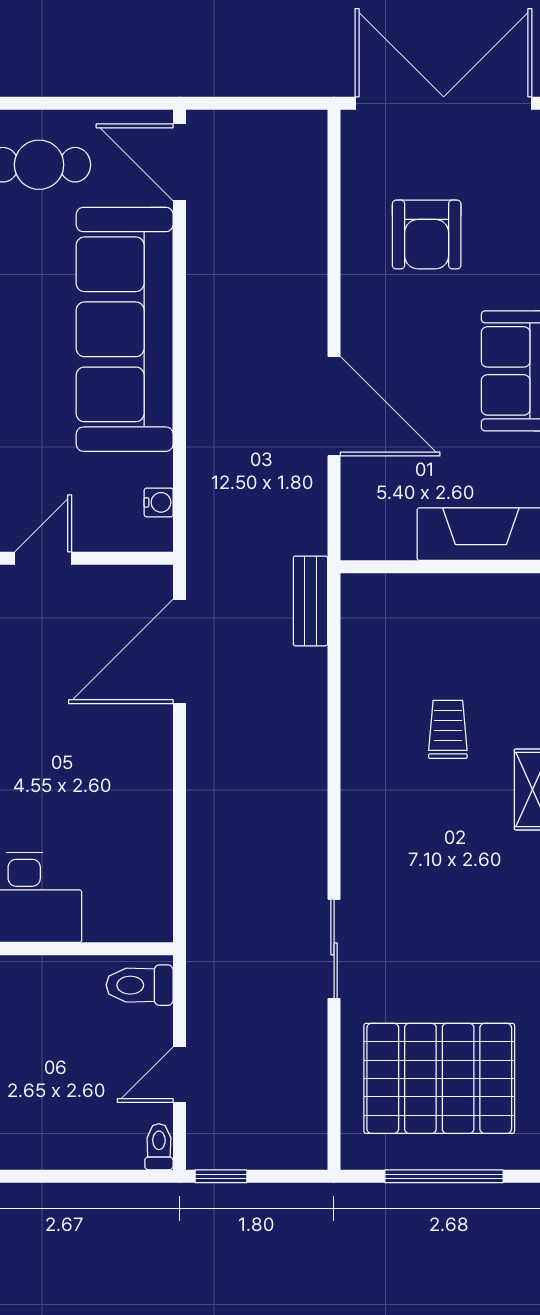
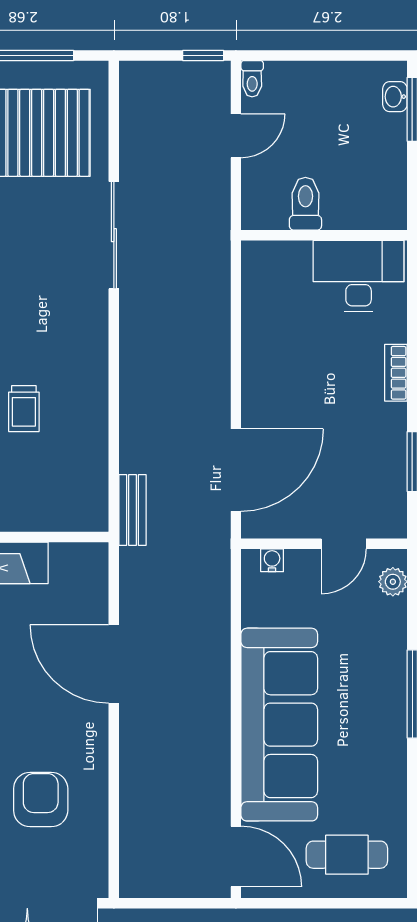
water cooler: (159, 502) -> (272, 560), moved, turned 90
sliding door: (334, 949) -> (114, 235), width x1.37
toilet: (140, 985) -> (305, 204), moved, turned -90

